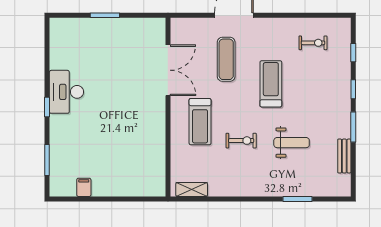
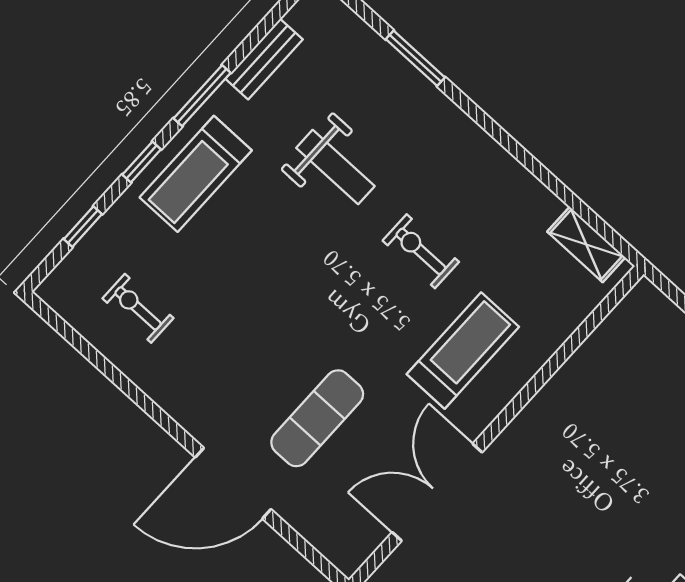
treadmill: (271, 84) -> (196, 174), moved
weight bench: (292, 143) -> (335, 167), turned 180

